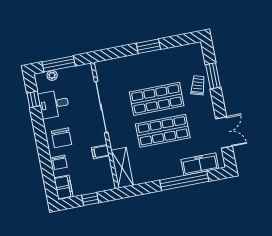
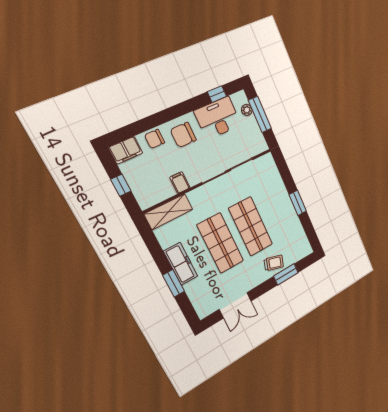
desk: (54, 104) -> (218, 118), width x1.37
freezer: (200, 164) -> (181, 264), moved
window: (184, 181) -> (174, 283), width x0.47

